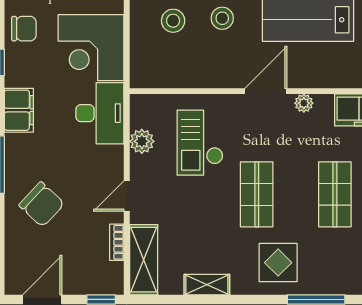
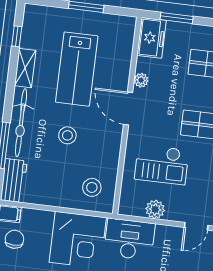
stool: (173, 21) -> (92, 187), moved
door: (127, 196) -> (196, 226), hinge flipped

